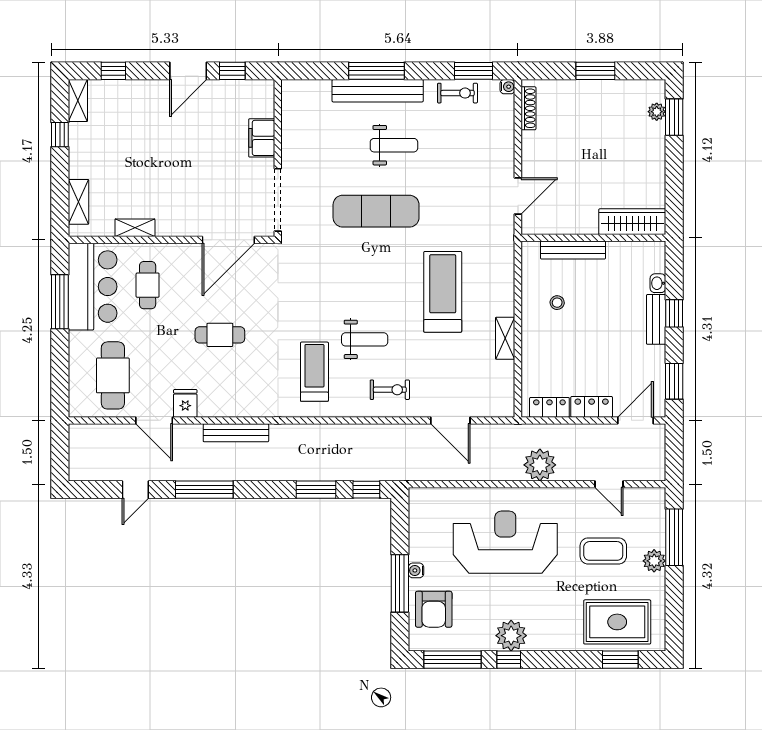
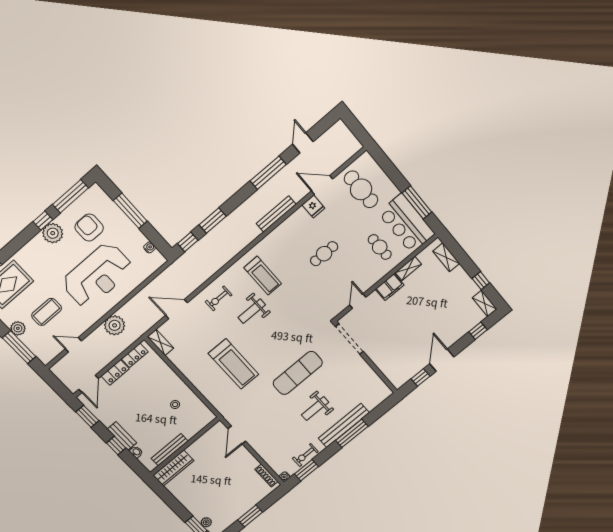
filing cabinet: (262, 138) -> (390, 287), moved, turned 90
door: (228, 240) -> (358, 301), width x0.53
bench: (573, 250) -> (170, 450), moved
shelving: (505, 338) -> (161, 342), moved
water cooler: (416, 570) -> (150, 247), moved
armchair: (434, 609) -> (89, 228), moved

